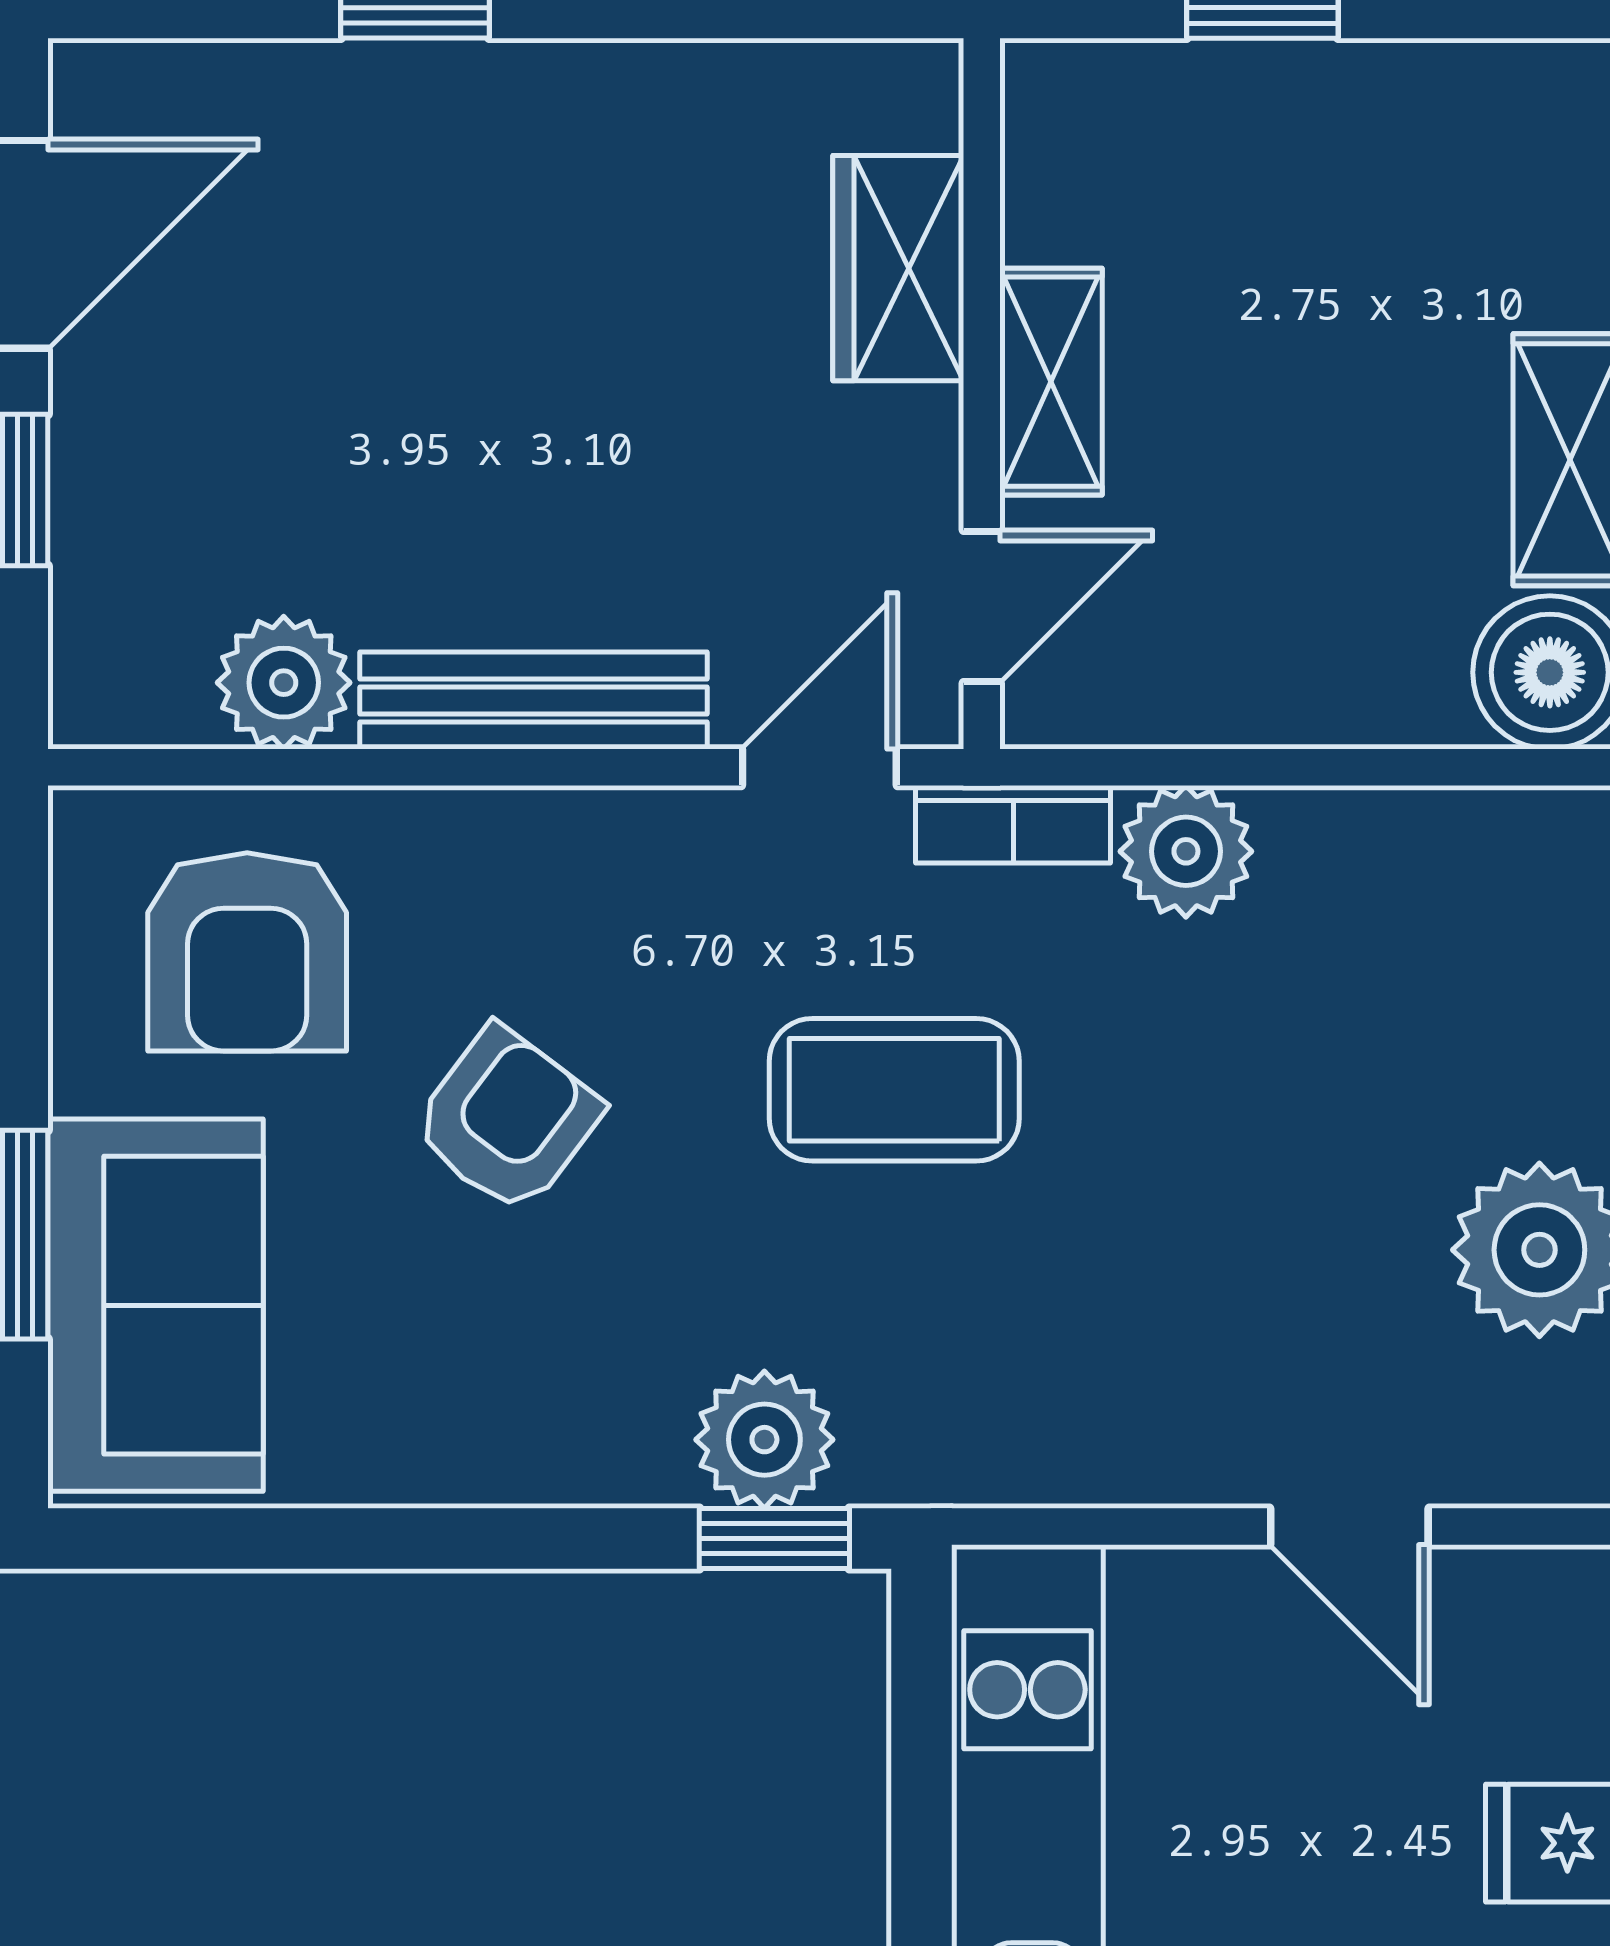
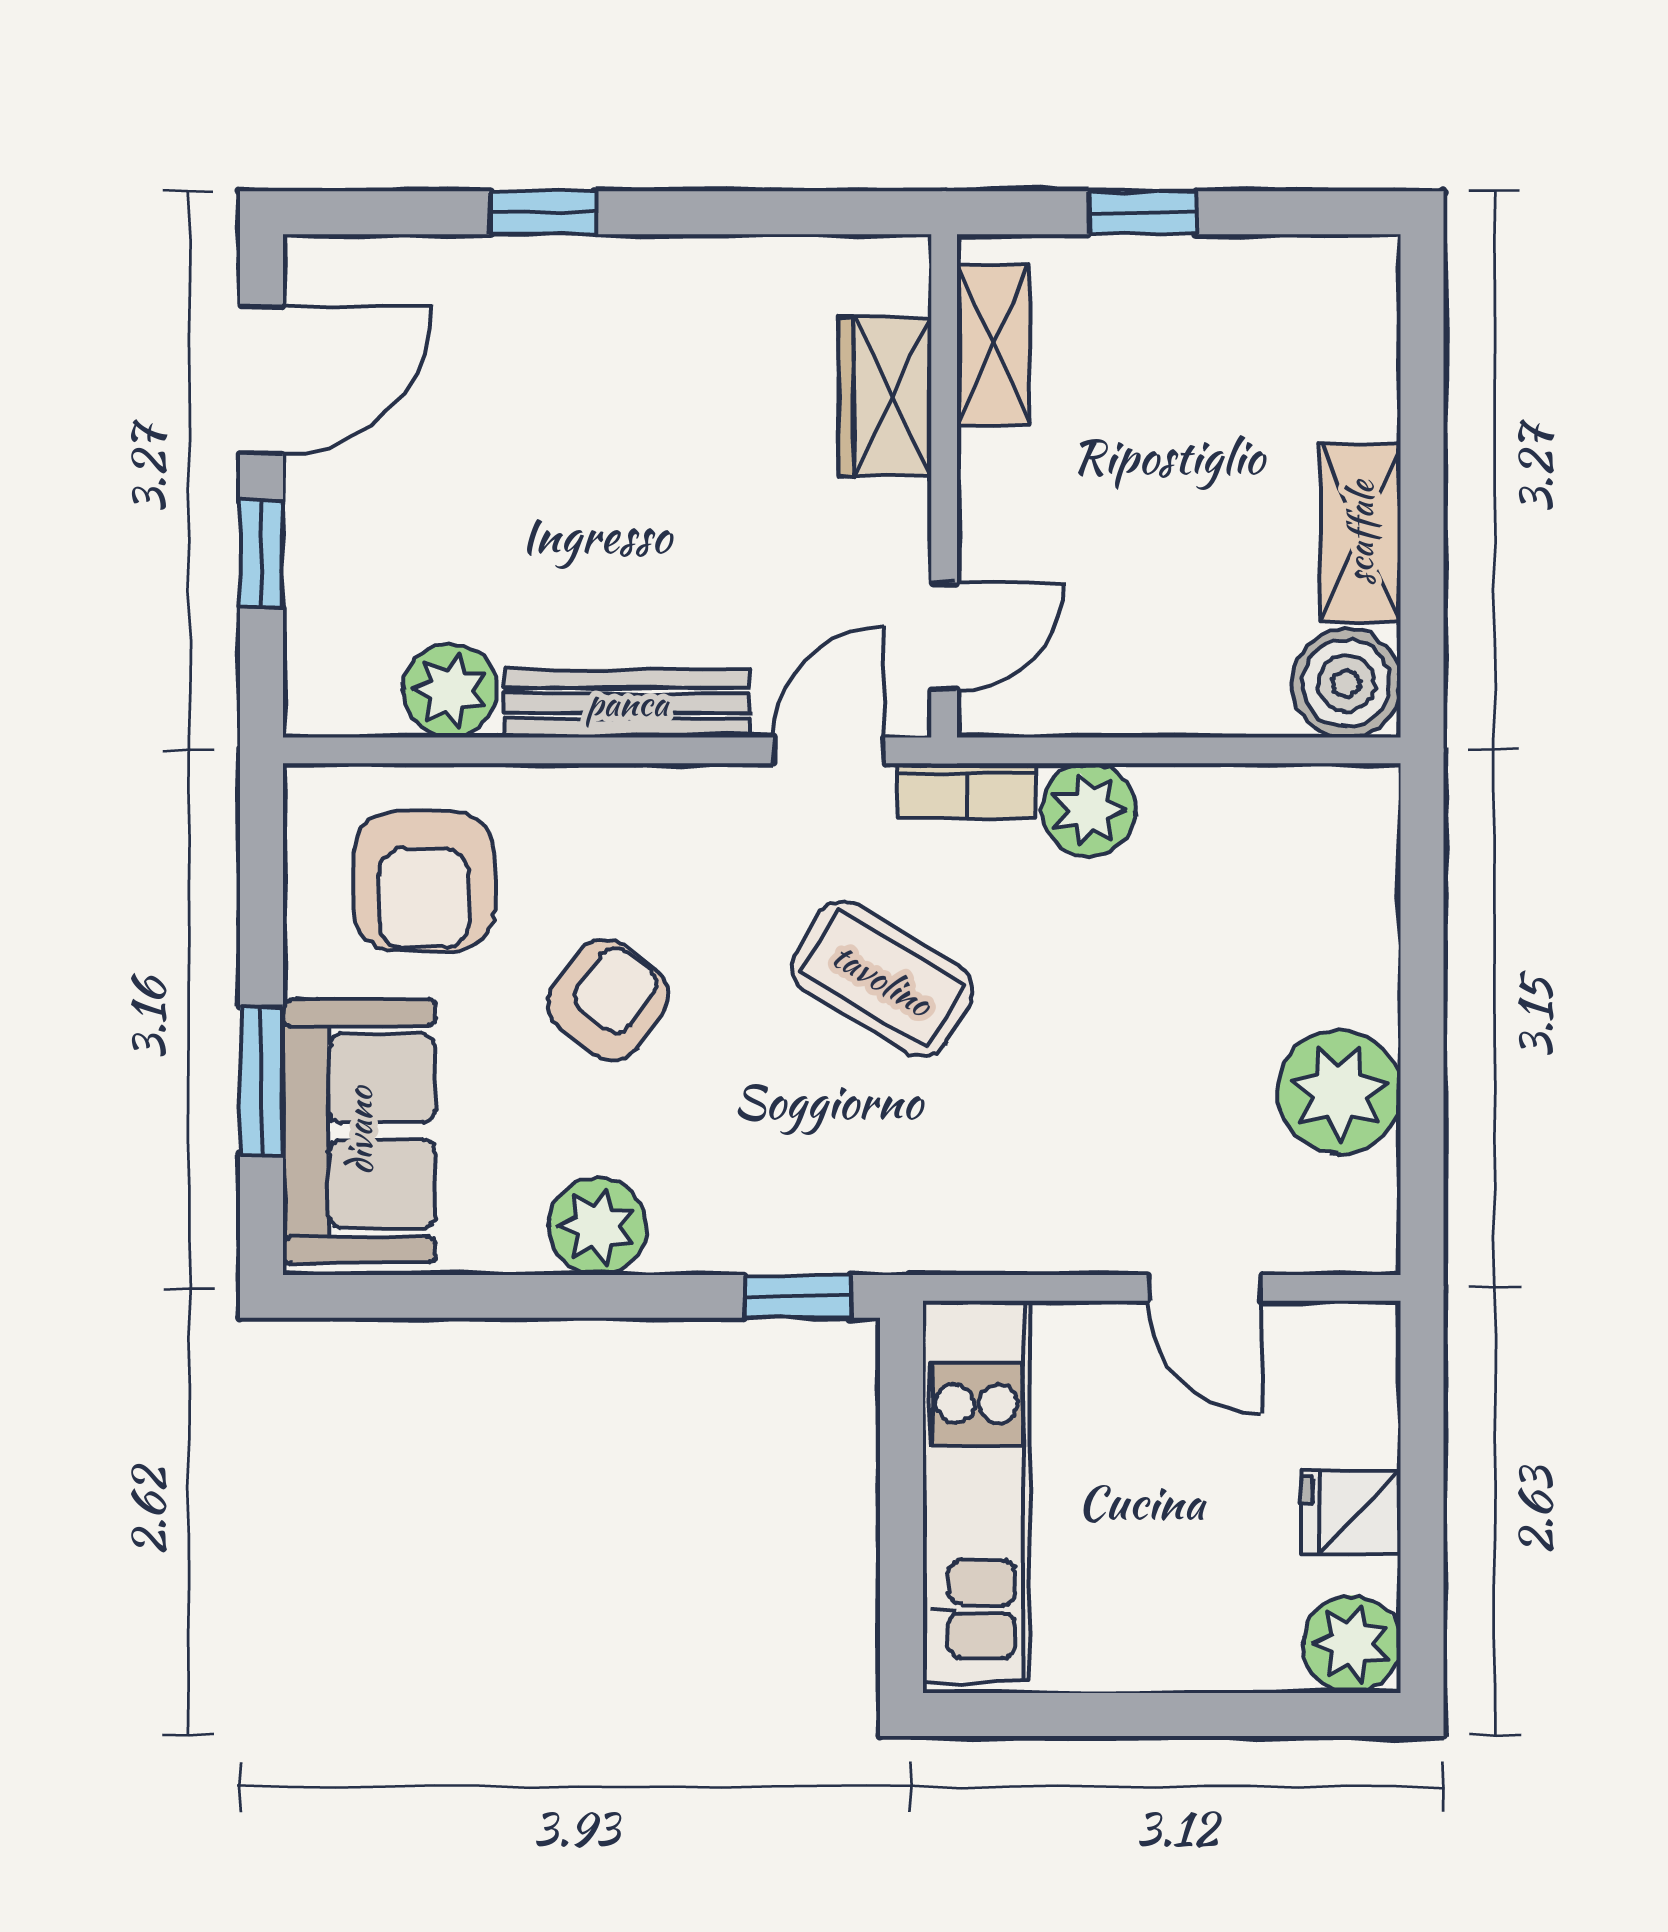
shelving: (1051, 382) -> (993, 345), moved
coffee table: (894, 1090) -> (882, 979), turned 31
plant: (764, 1440) -> (597, 1226), moved

